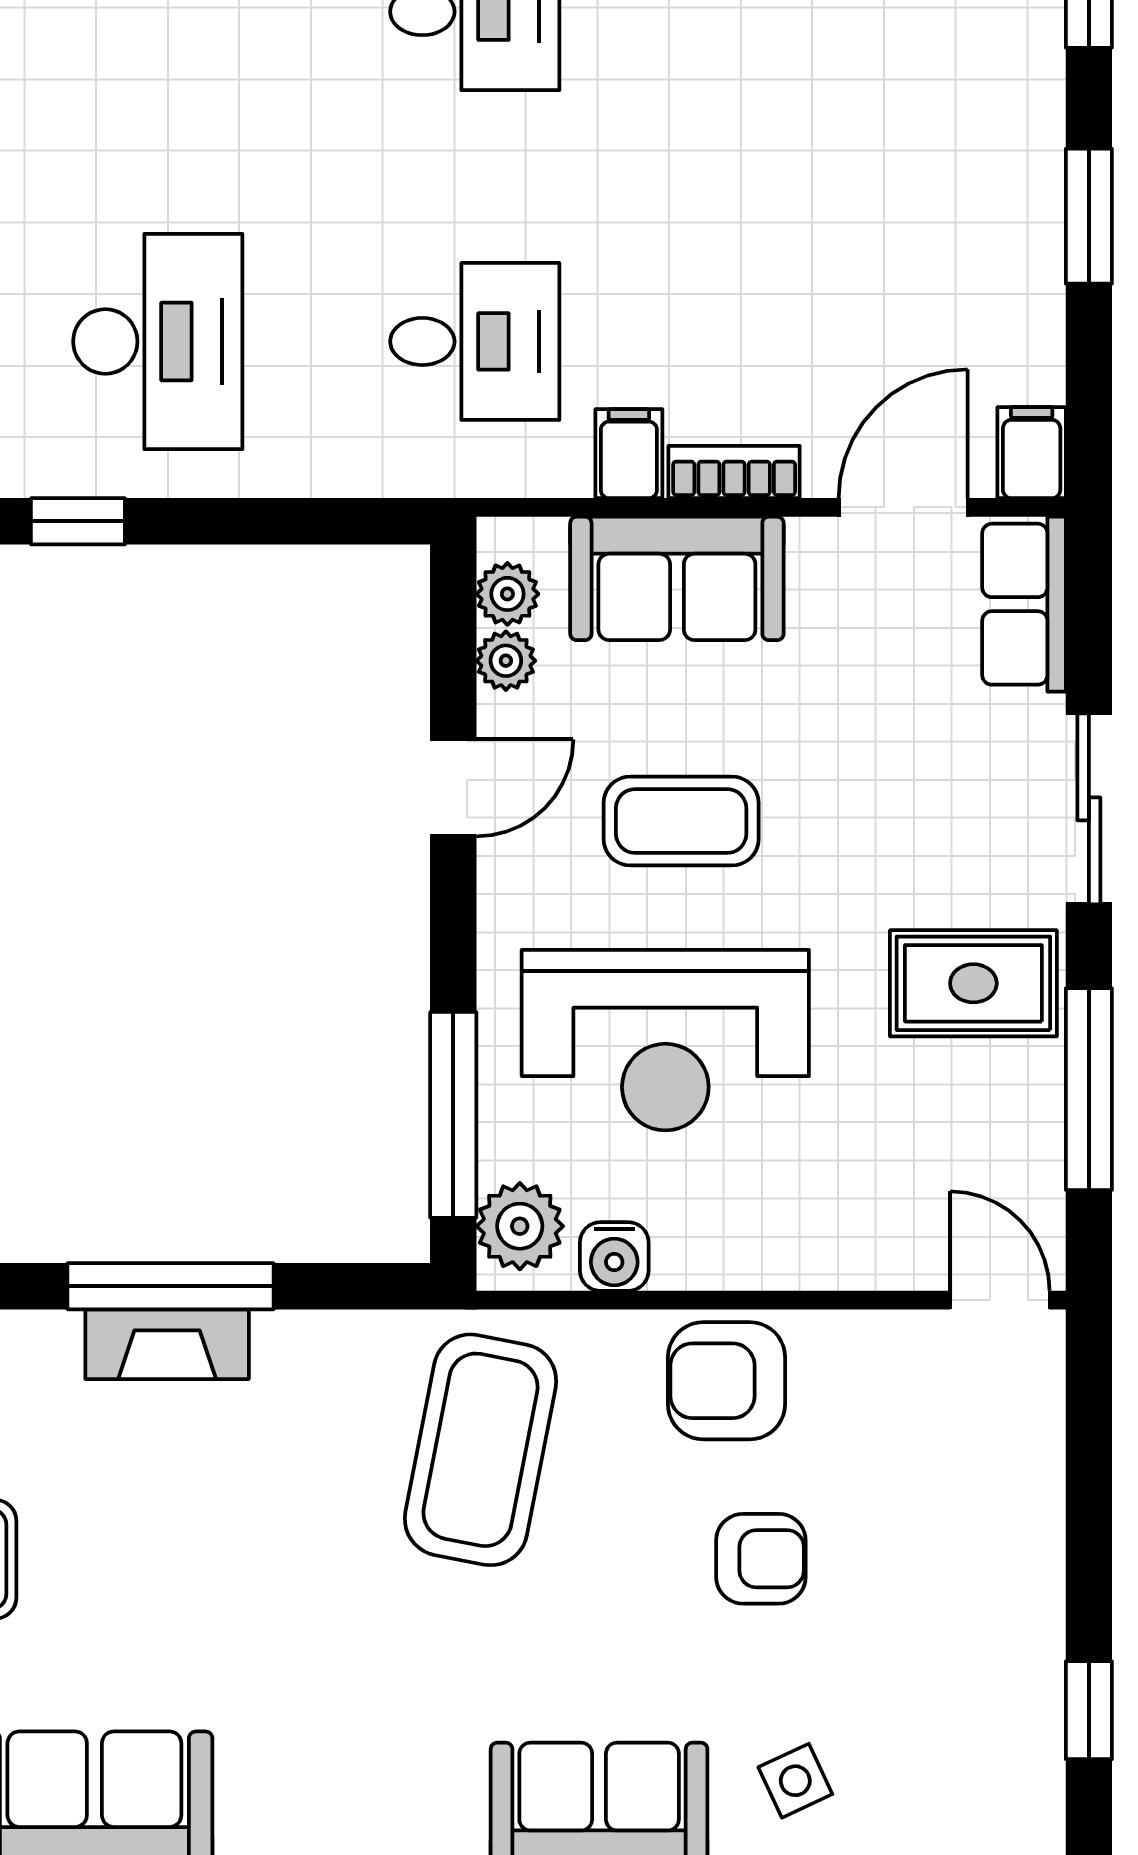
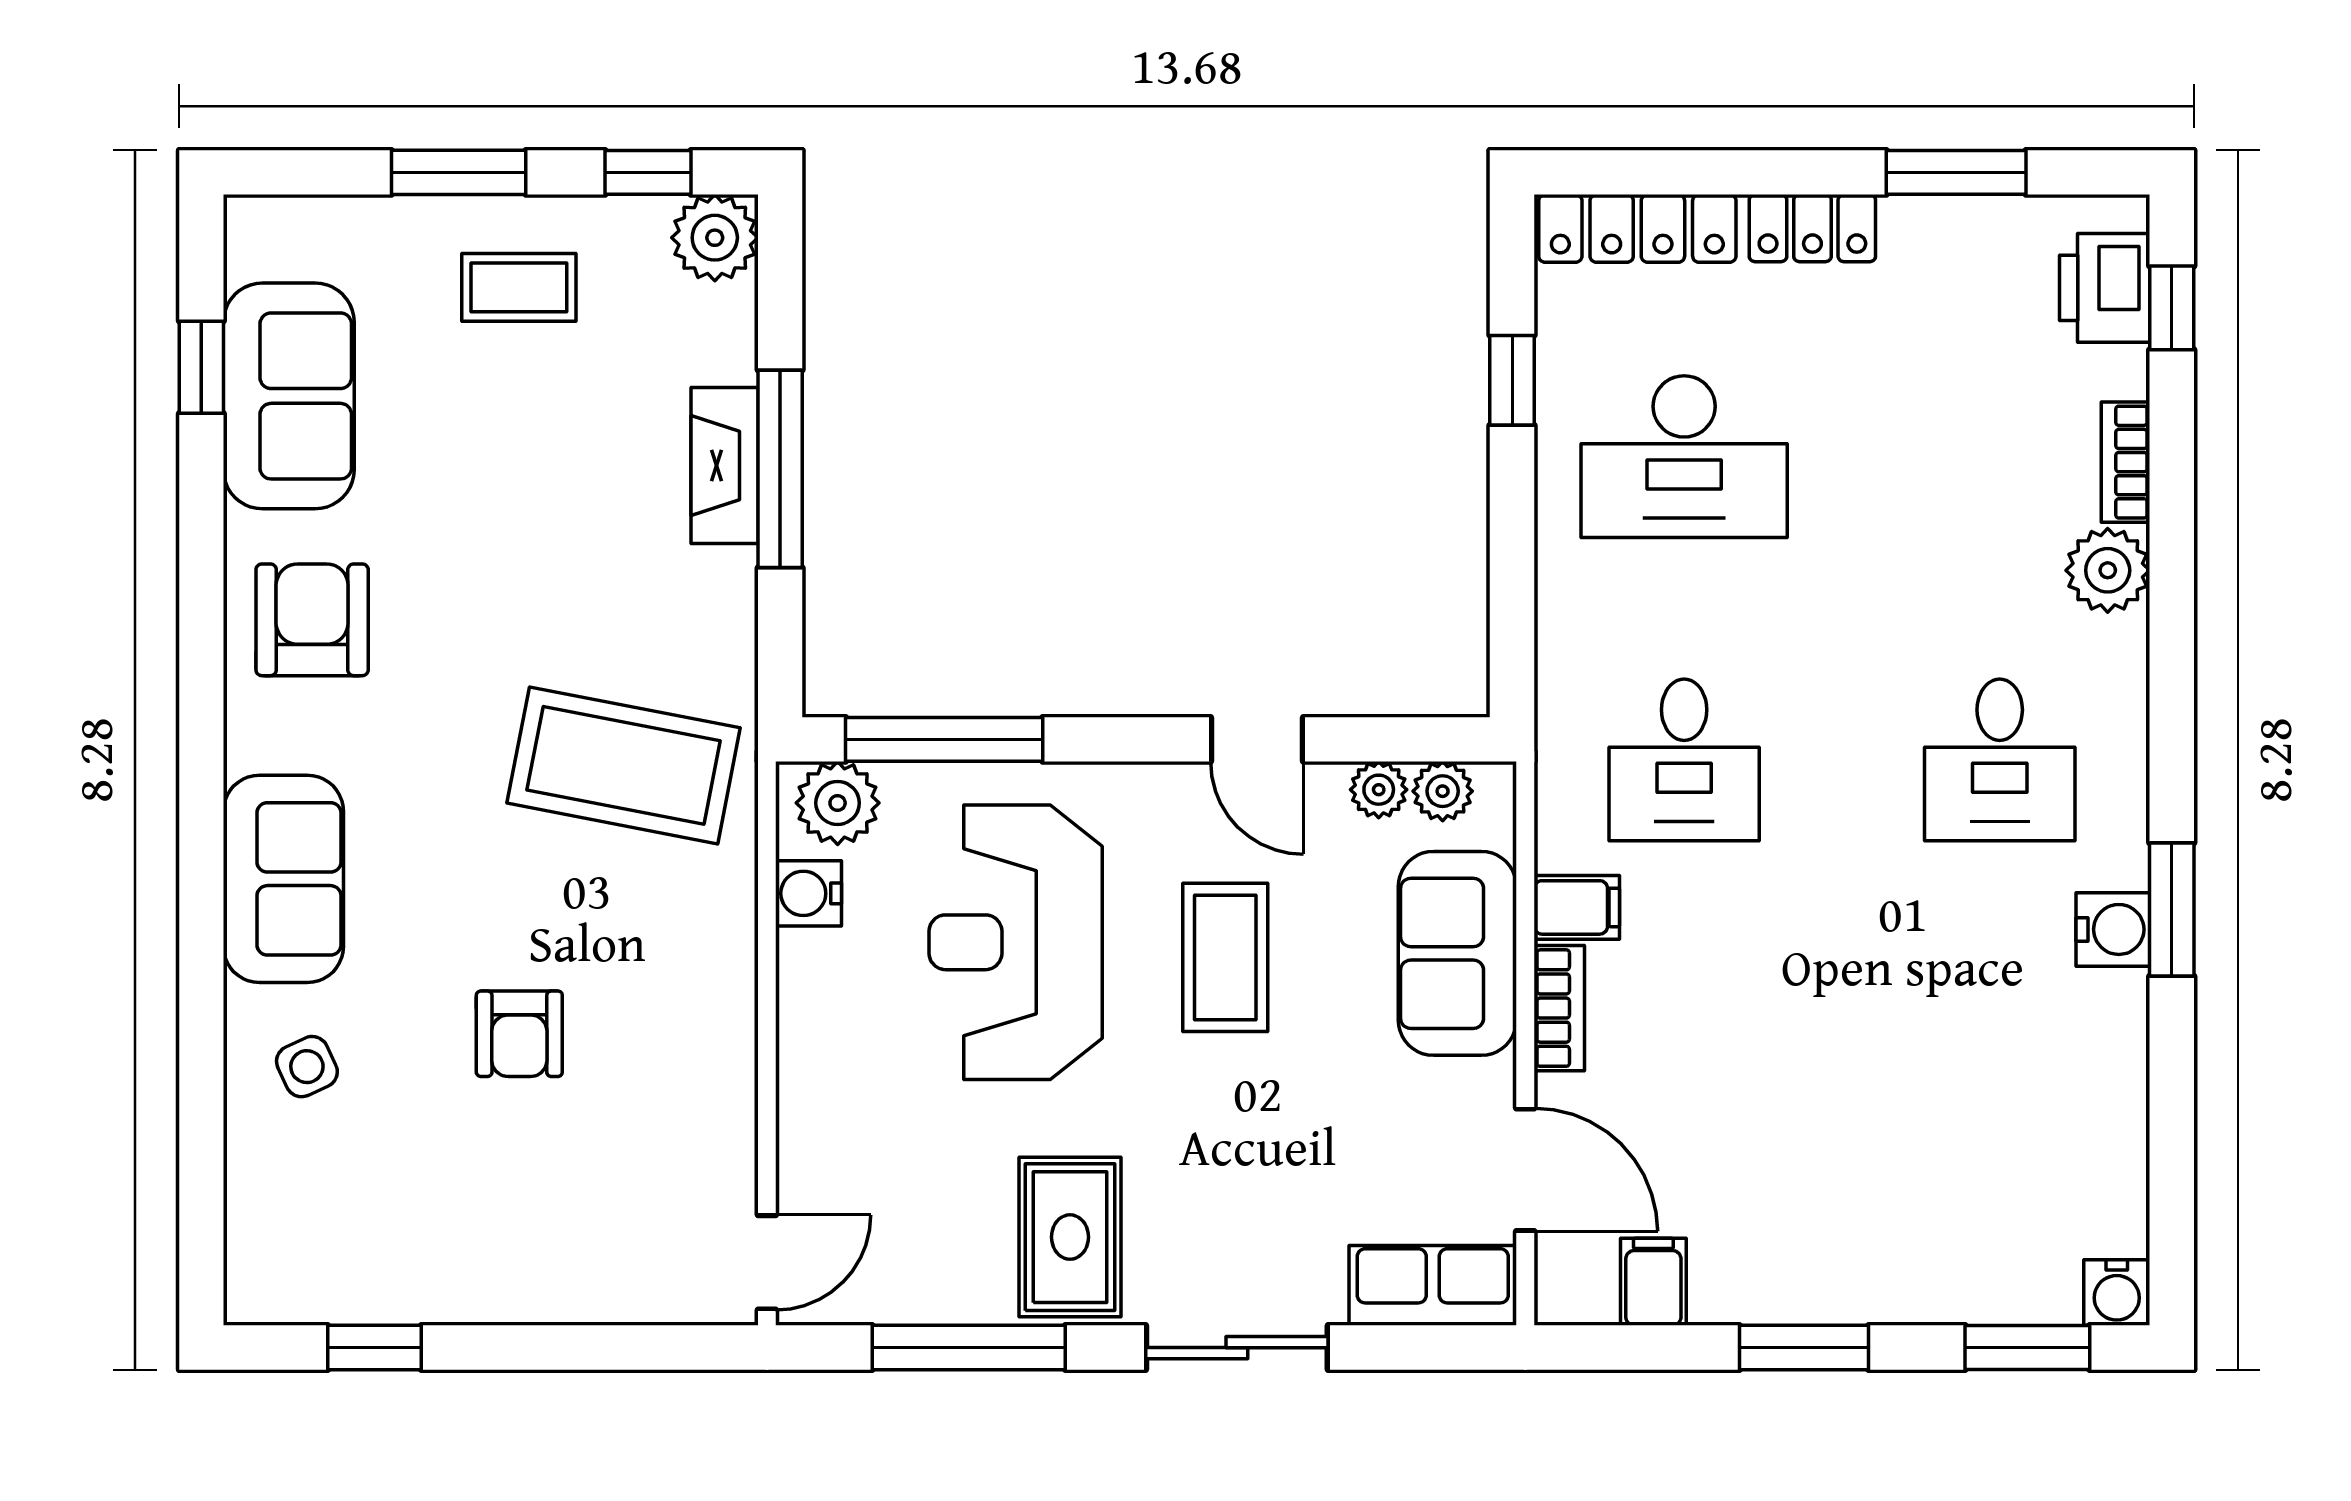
filing cabinet: (1032, 453) -> (1653, 1282), moved, turned -90
armchair: (727, 1381) -> (312, 620), moved

